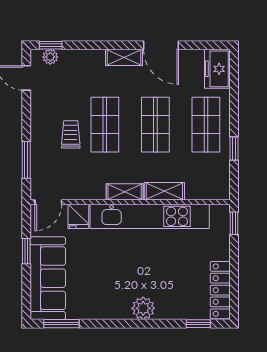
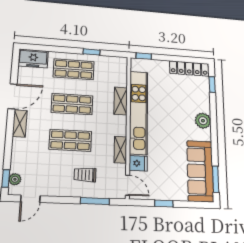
trolley: (71, 134) -> (85, 175), moved
shelving: (125, 192) -> (120, 150), moved
sofa: (48, 278) -> (200, 171), moved, turned -90

